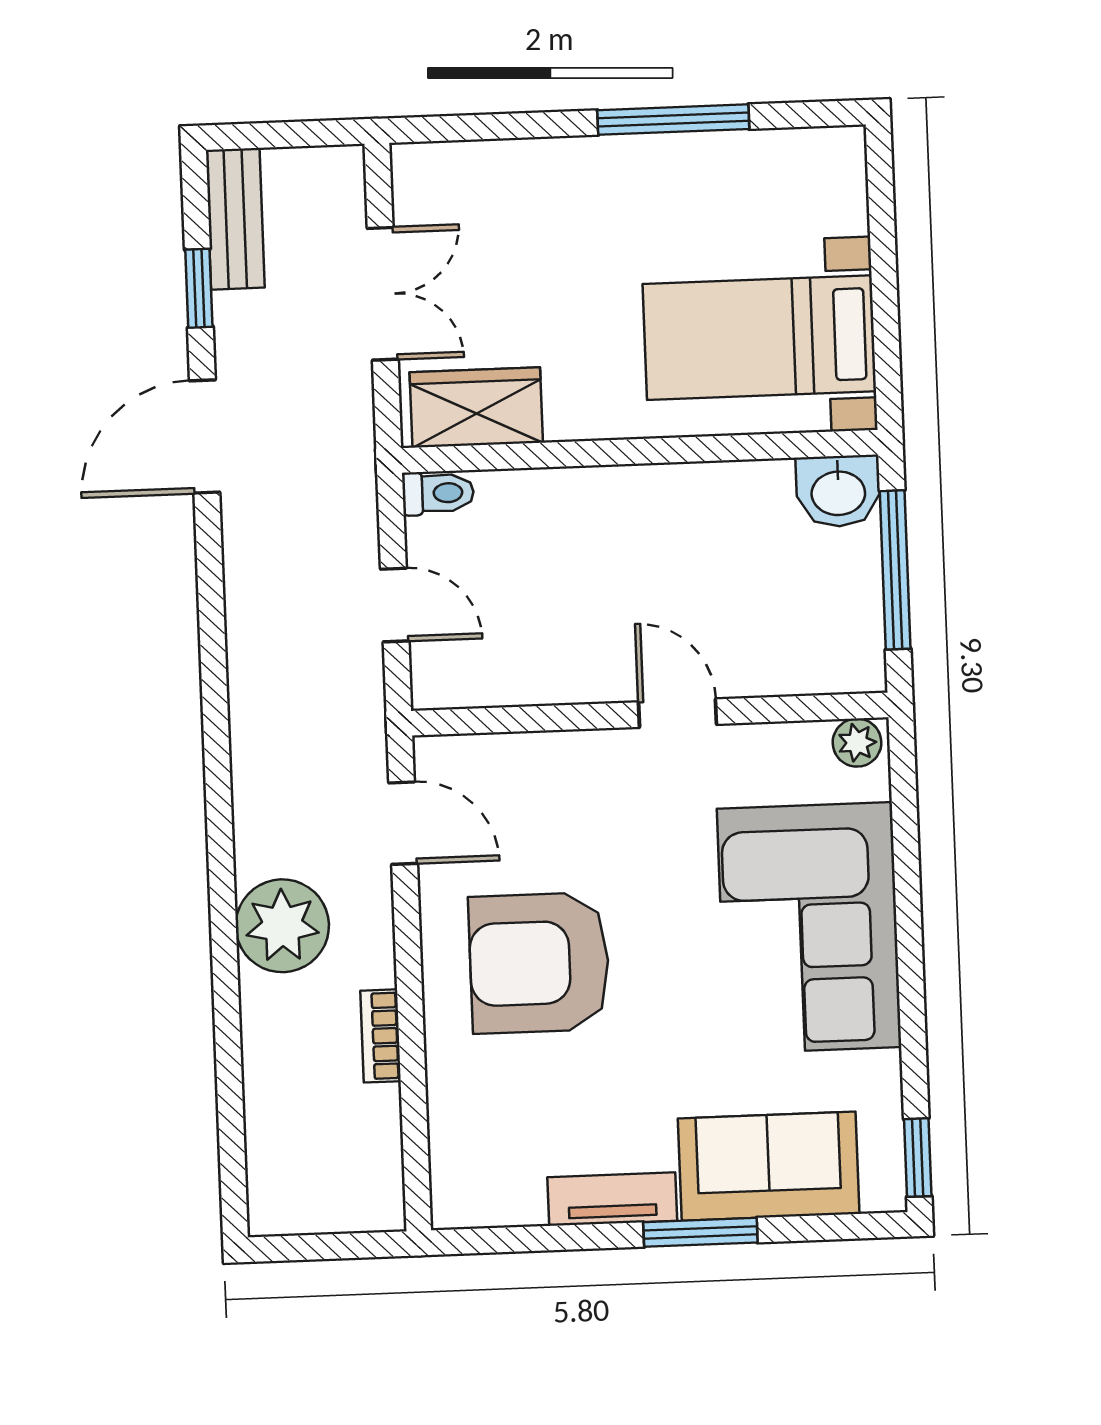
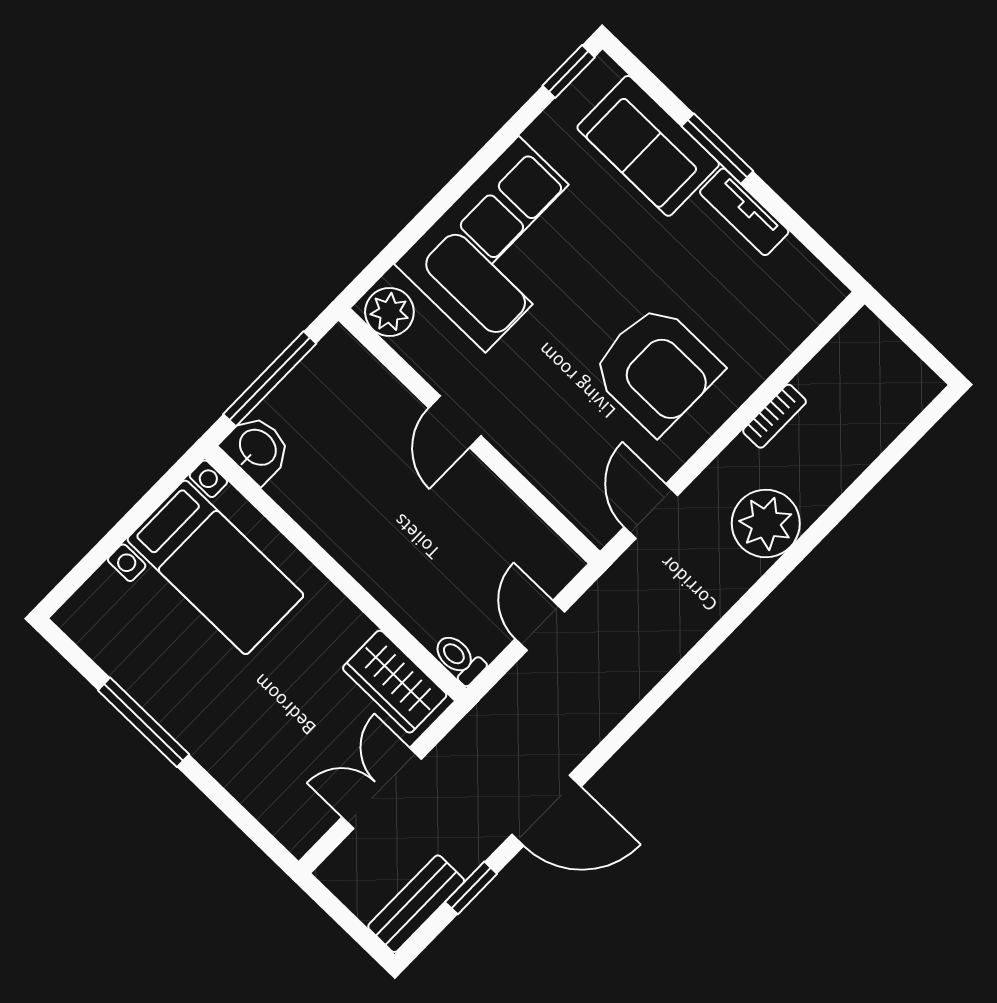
plant: (857, 743) -> (389, 312), width x1.38, depth x1.38

